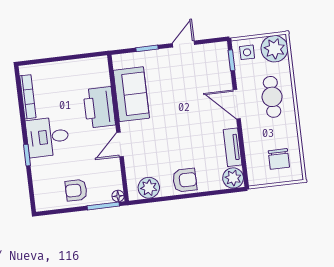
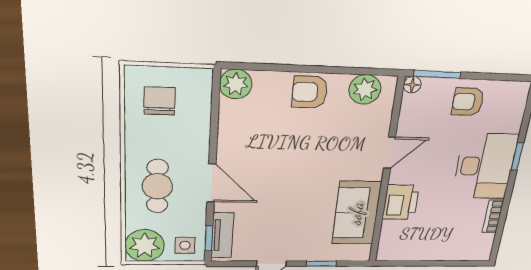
bookcase: (28, 97) -> (493, 216), width x0.64
printer: (99, 107) -> (401, 202), width x0.73, depth x0.84
desk: (48, 137) -> (485, 166), width x1.37
tv unit: (233, 147) -> (222, 235), moved
armchair: (76, 190) -> (468, 102), turned 180

